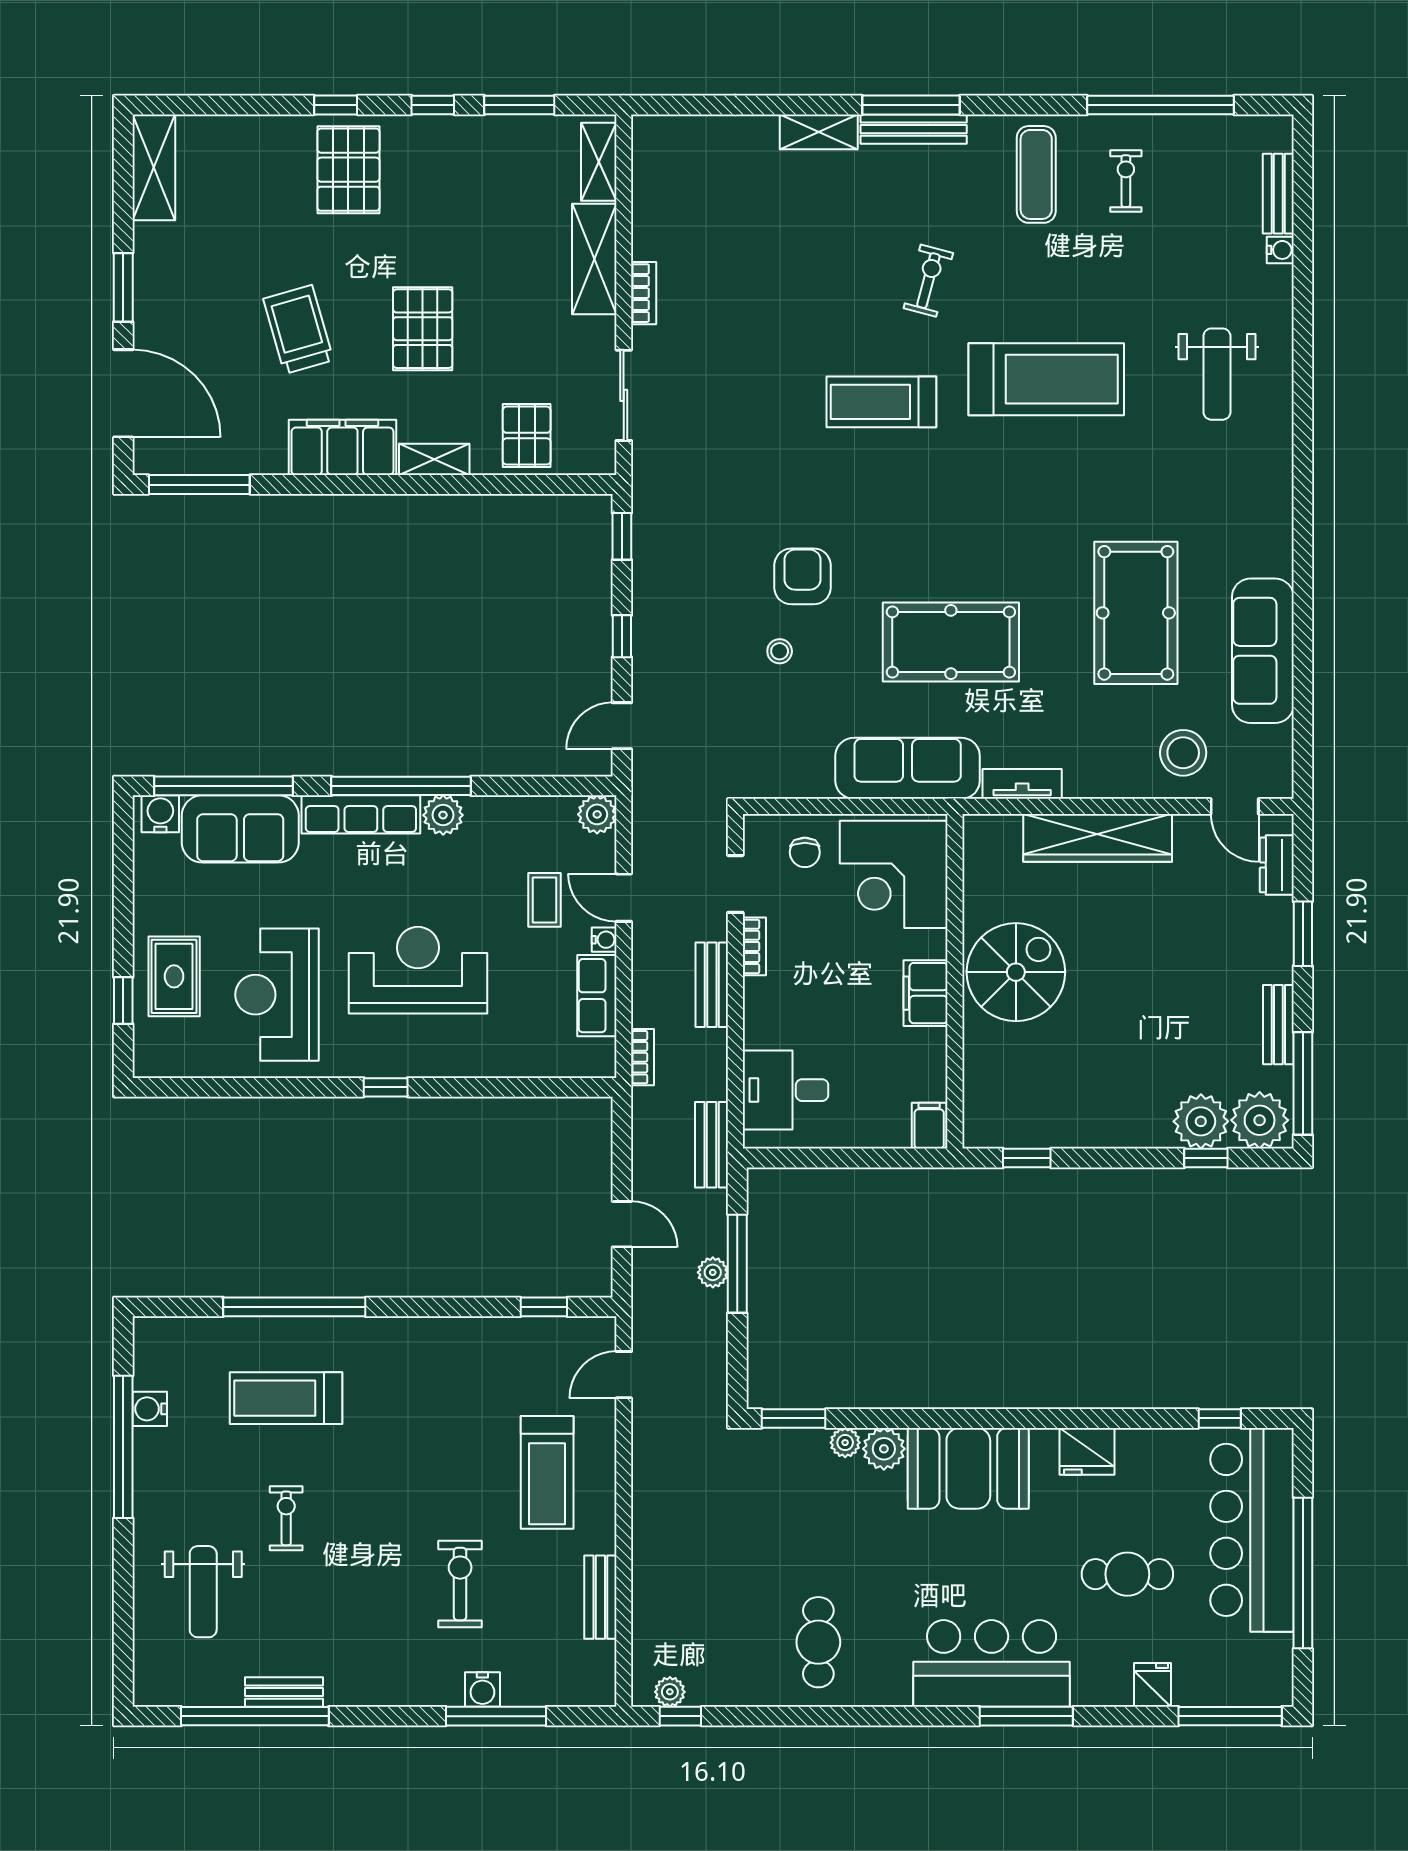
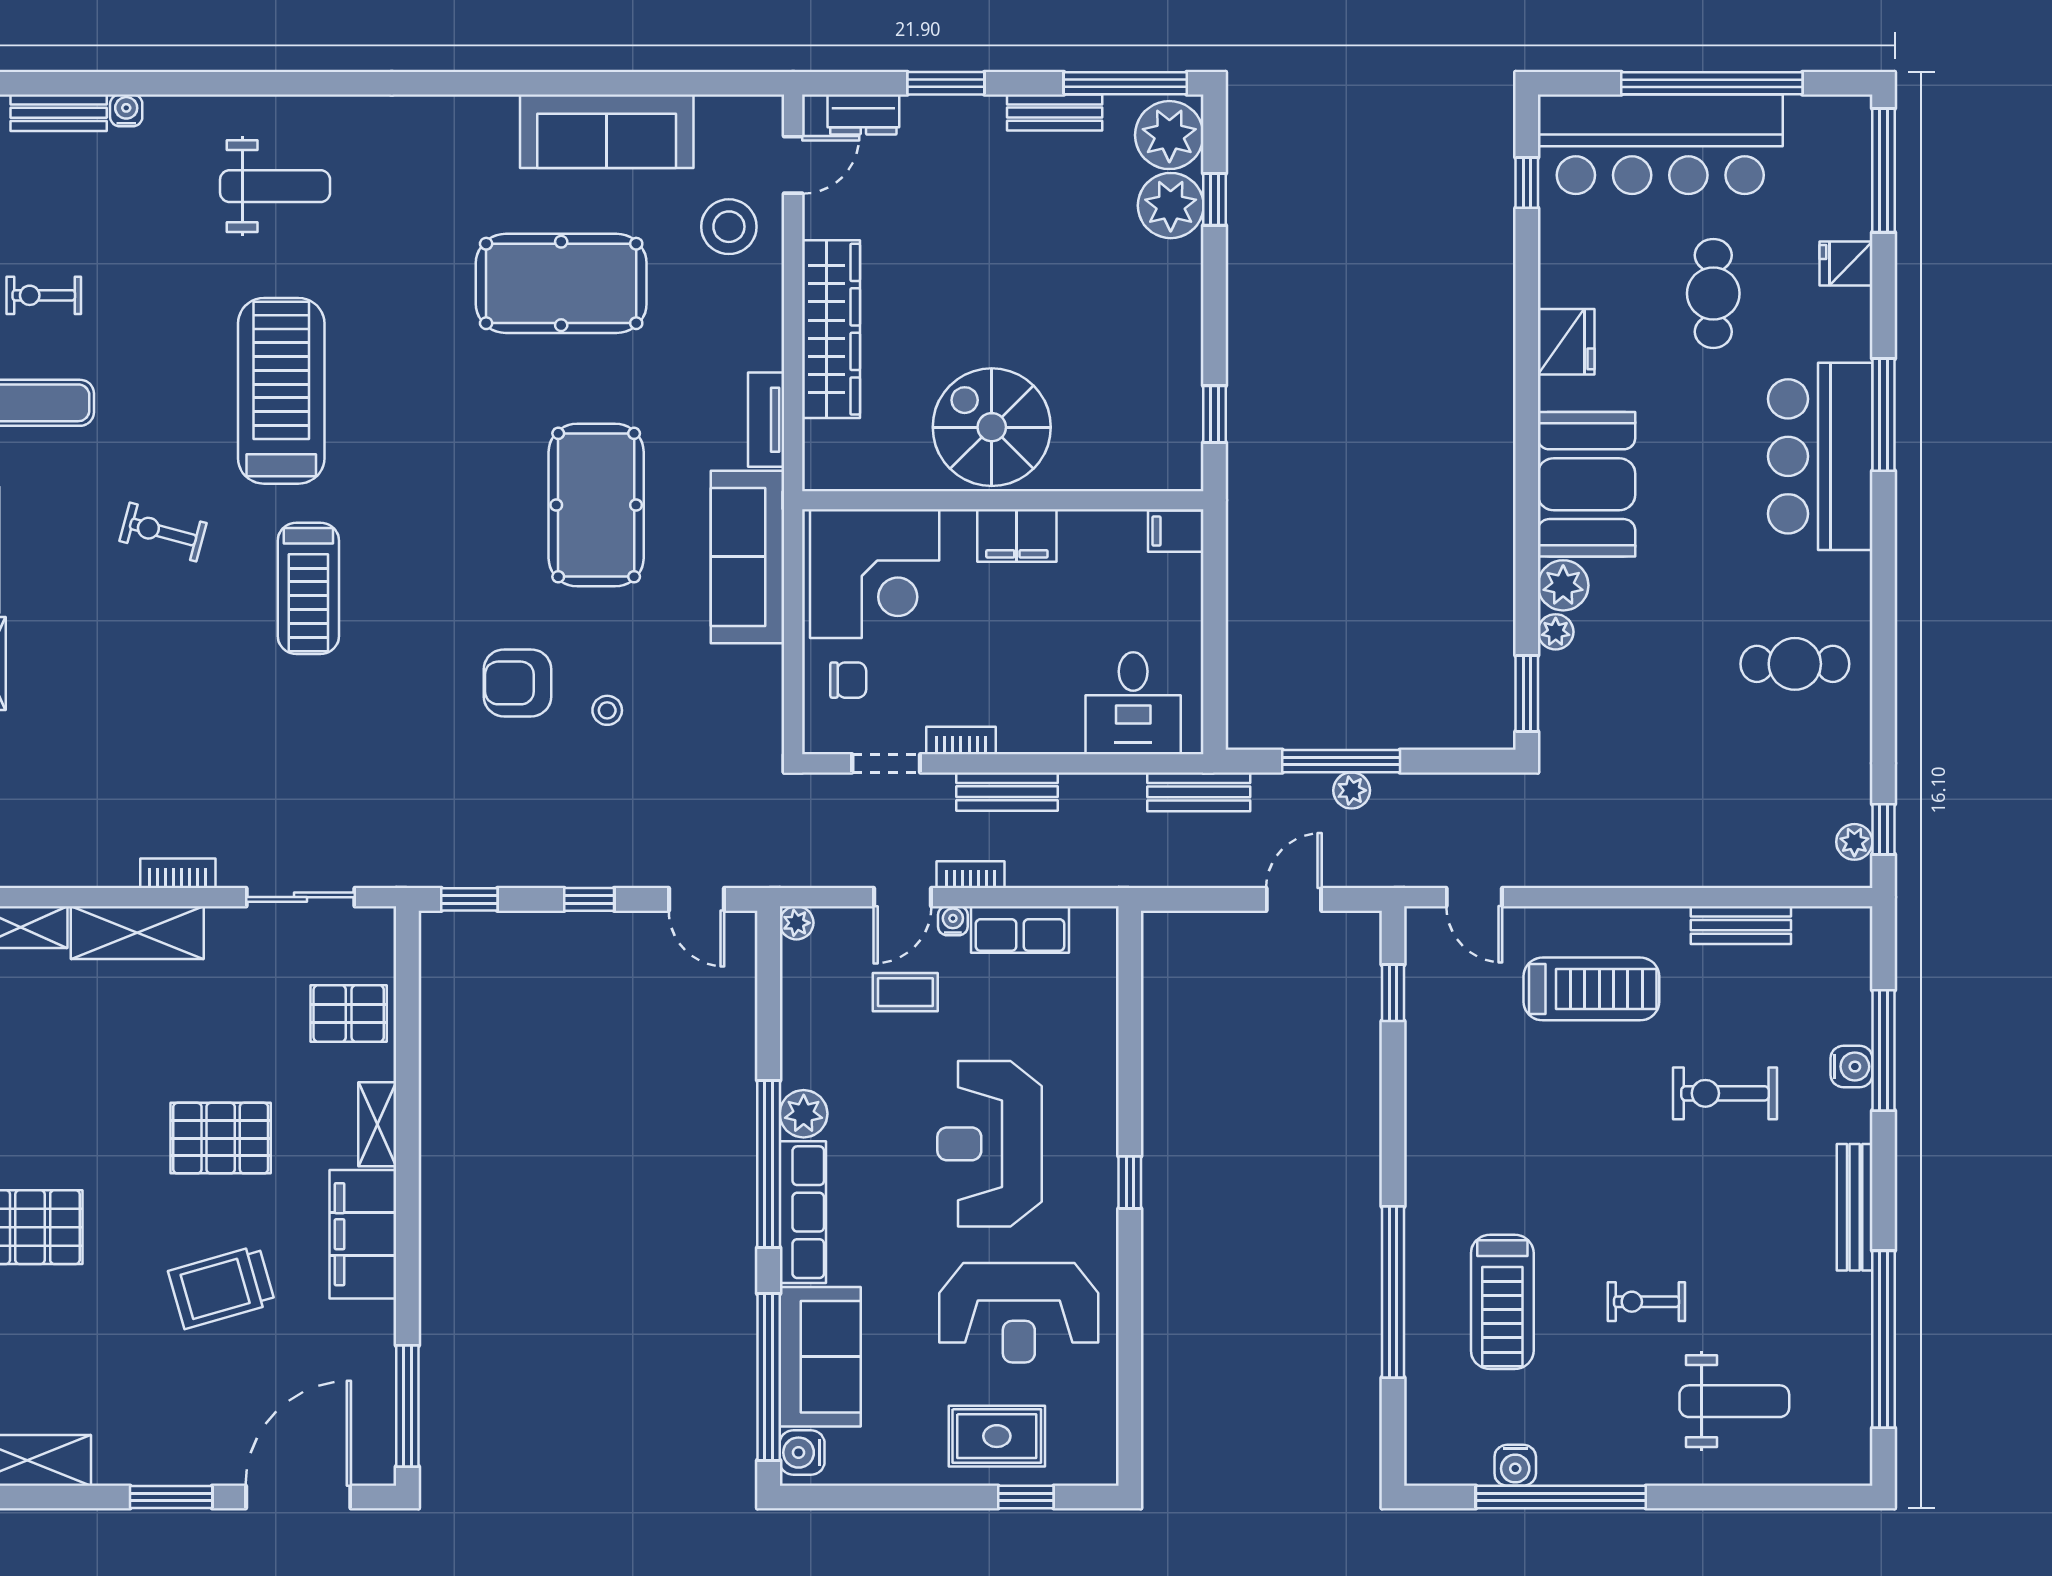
plant: (597, 814) -> (797, 923), width x0.73, depth x0.73
bookcase: (643, 1057) -> (970, 875), moved
bench: (284, 1692) -> (1855, 1207), moved, width x1.36

